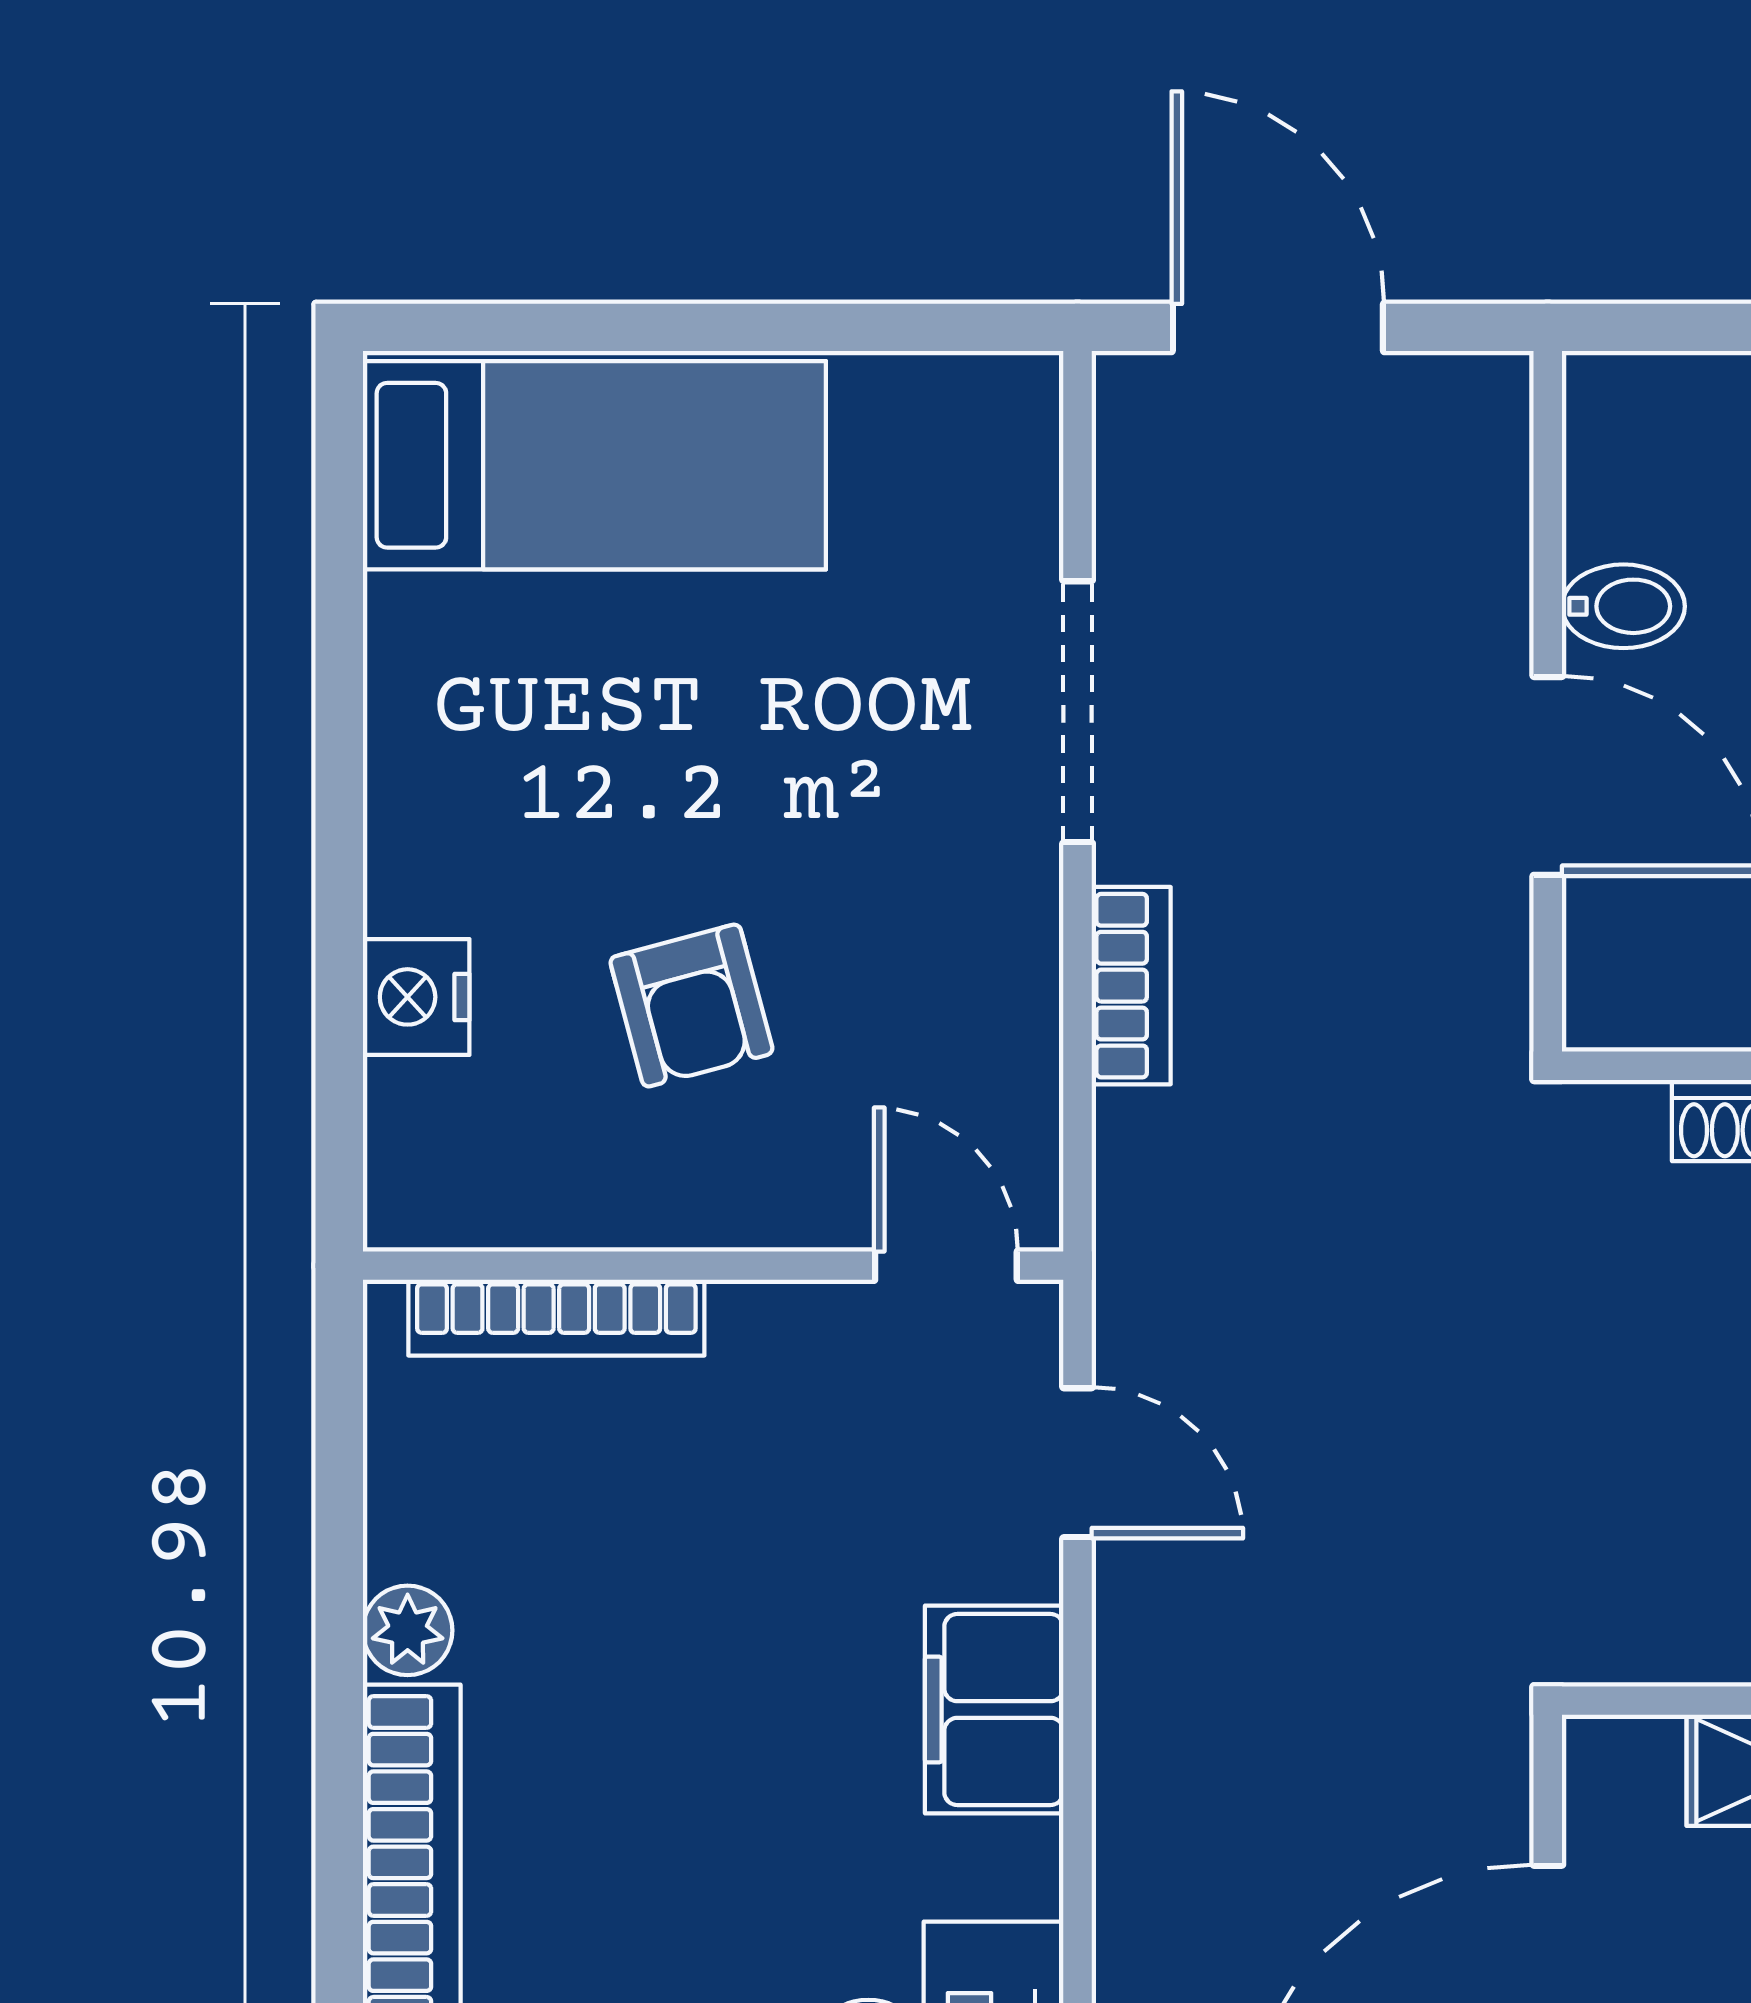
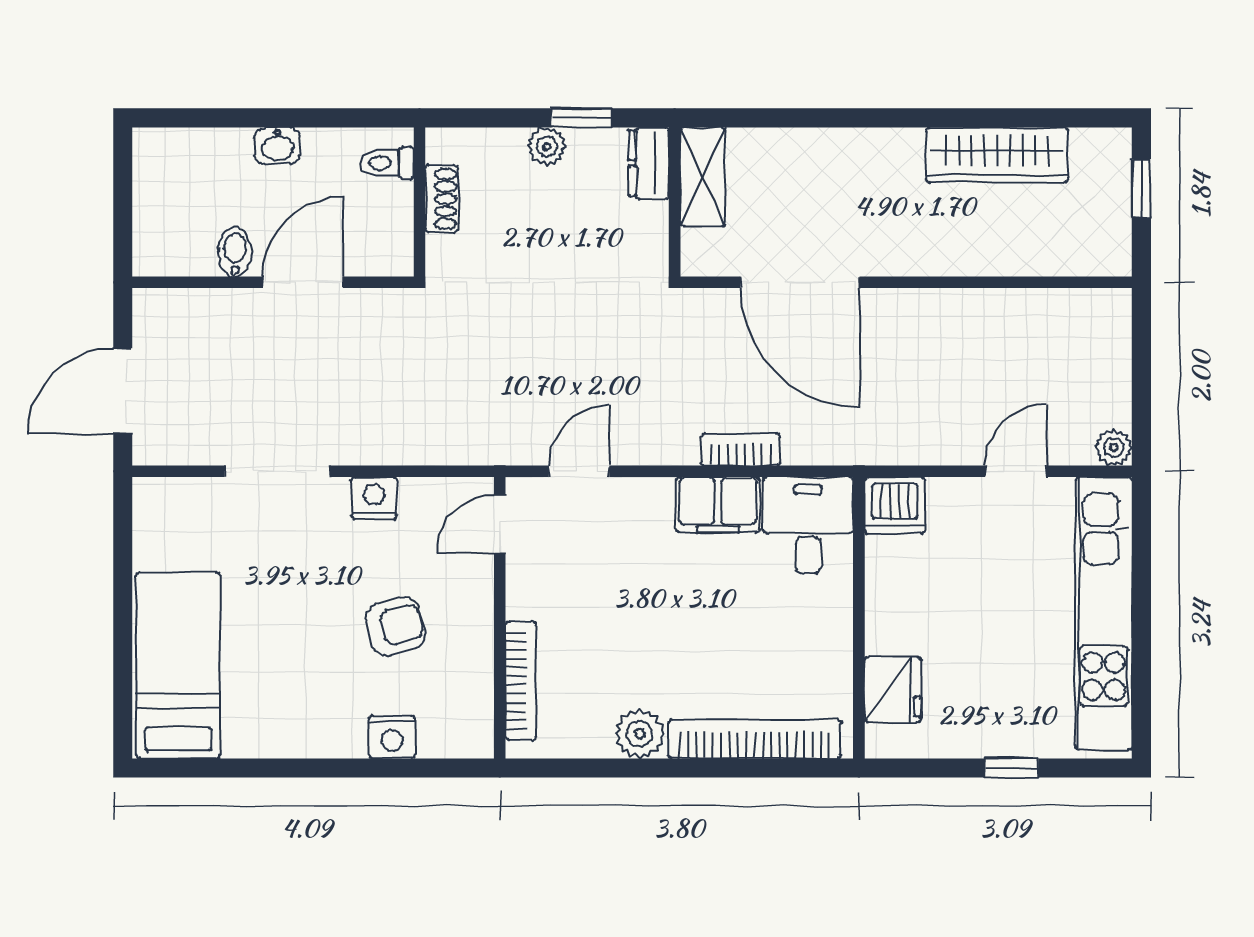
nightstand: (1011, 953) -> (374, 498), added
bookcase: (1131, 986) -> (741, 450), moved
plant: (408, 1630) -> (640, 734), width x1.38, depth x1.38
filing cabinet: (994, 1710) -> (718, 505), moved

